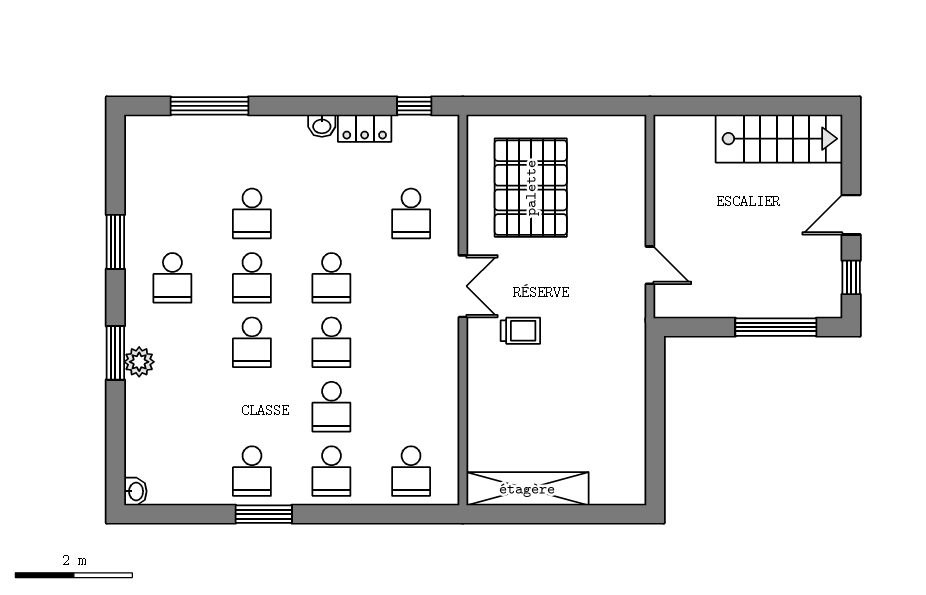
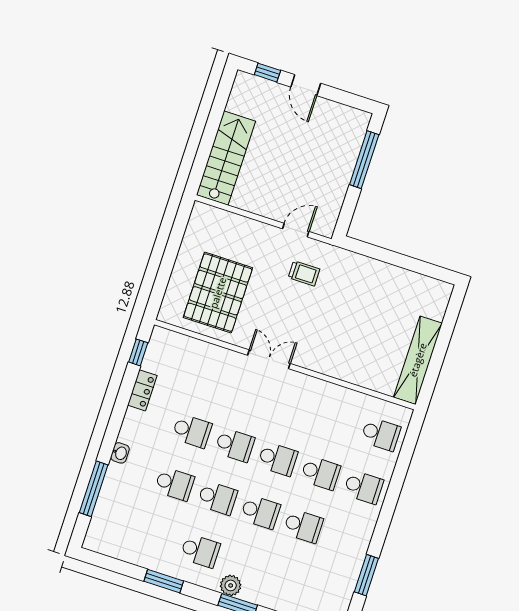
washbasin: (322, 126) -> (120, 453), moved
stairs: (779, 139) -> (226, 158), moved
pallet: (531, 188) -> (218, 293), turned 90
school desk: (411, 213) -> (192, 431), moved
window: (851, 277) -> (267, 73), moved
trolley: (520, 331) -> (304, 273), moved, turned 90
plant: (139, 362) -> (231, 585), moved
school desk: (252, 471) -> (303, 526), moved
window: (264, 514) -> (366, 575), moved

